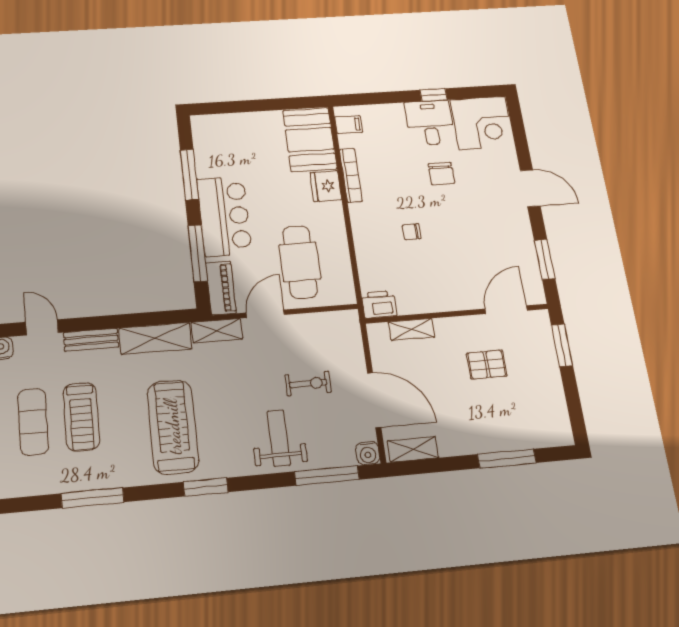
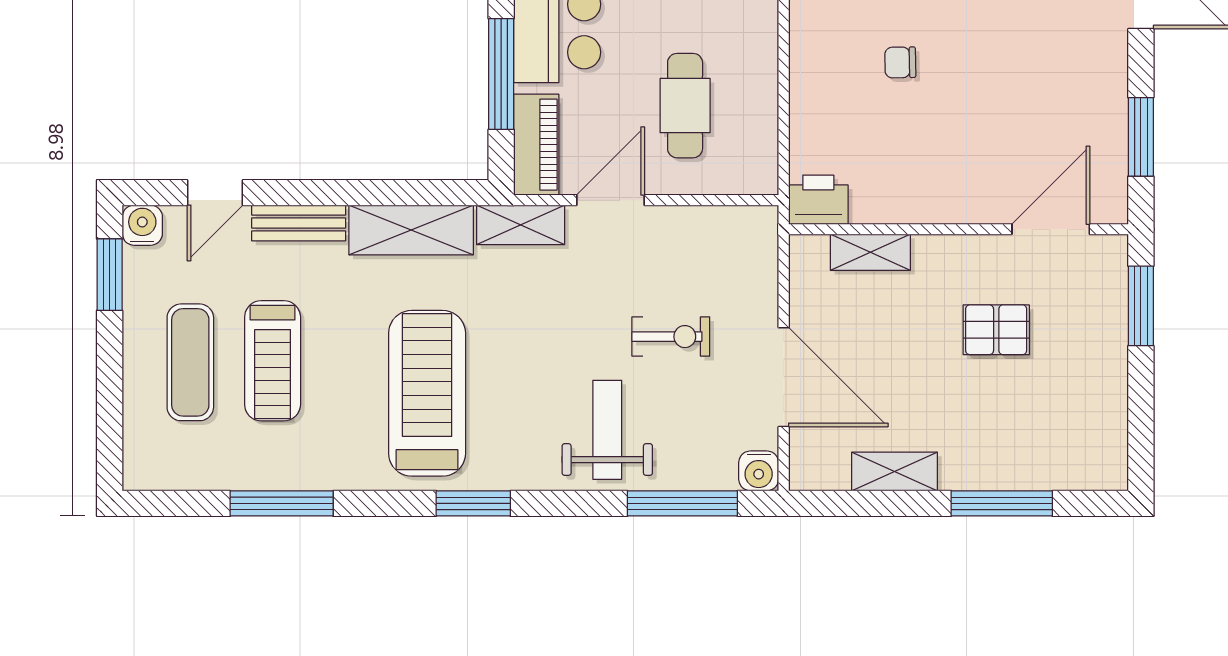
cafe table: (300, 262) -> (685, 106), width x0.73, depth x0.74
door: (42, 327) -> (215, 193), swing flipped
shelving: (413, 449) -> (895, 472), moved

